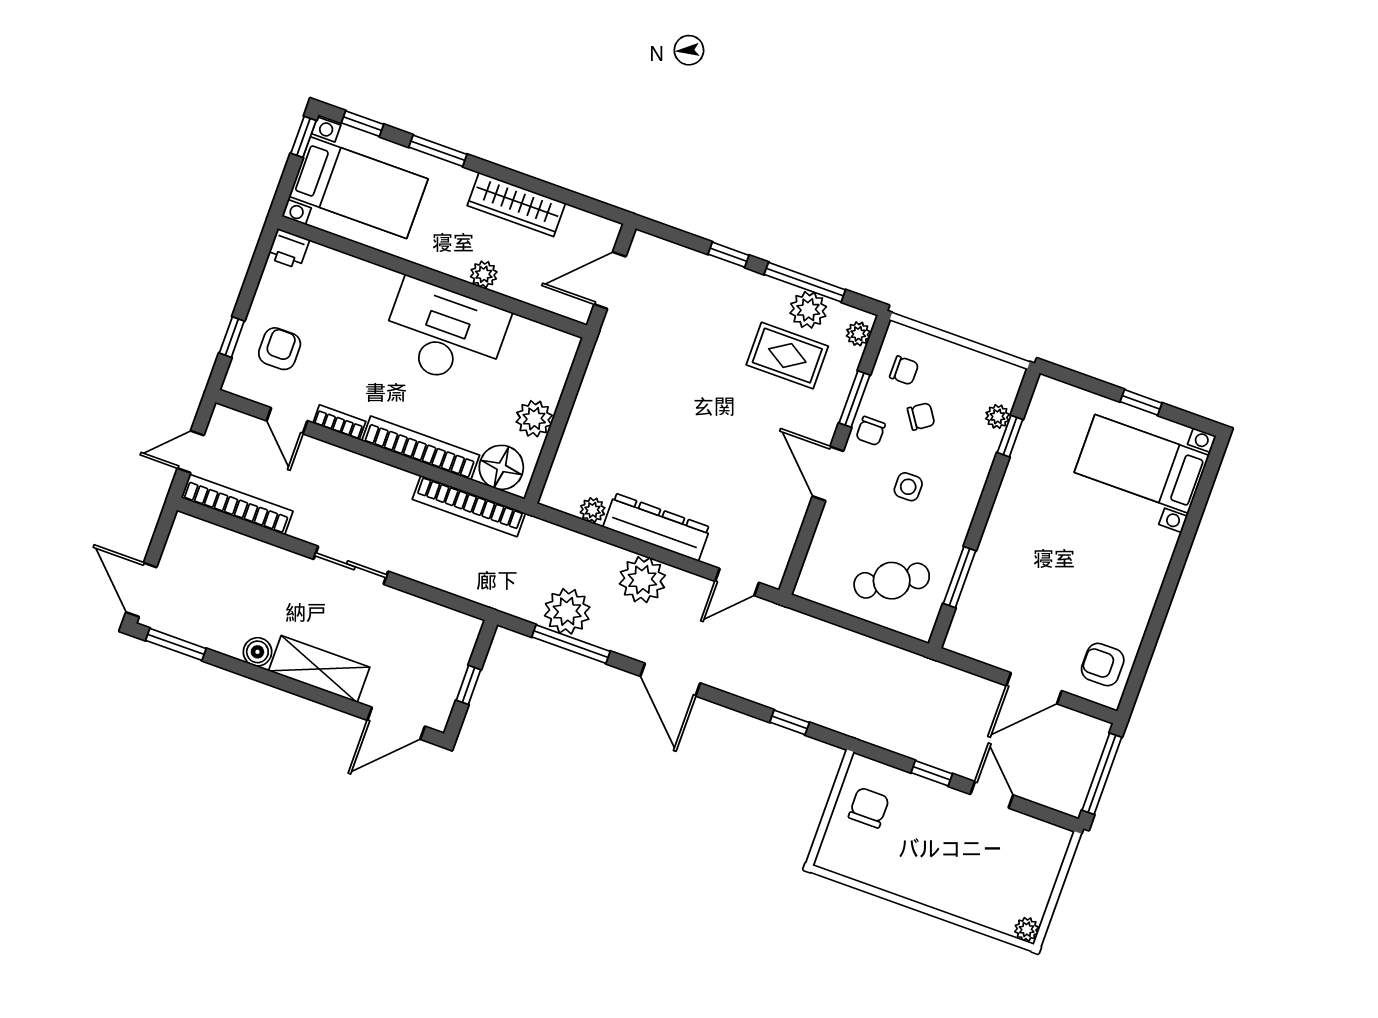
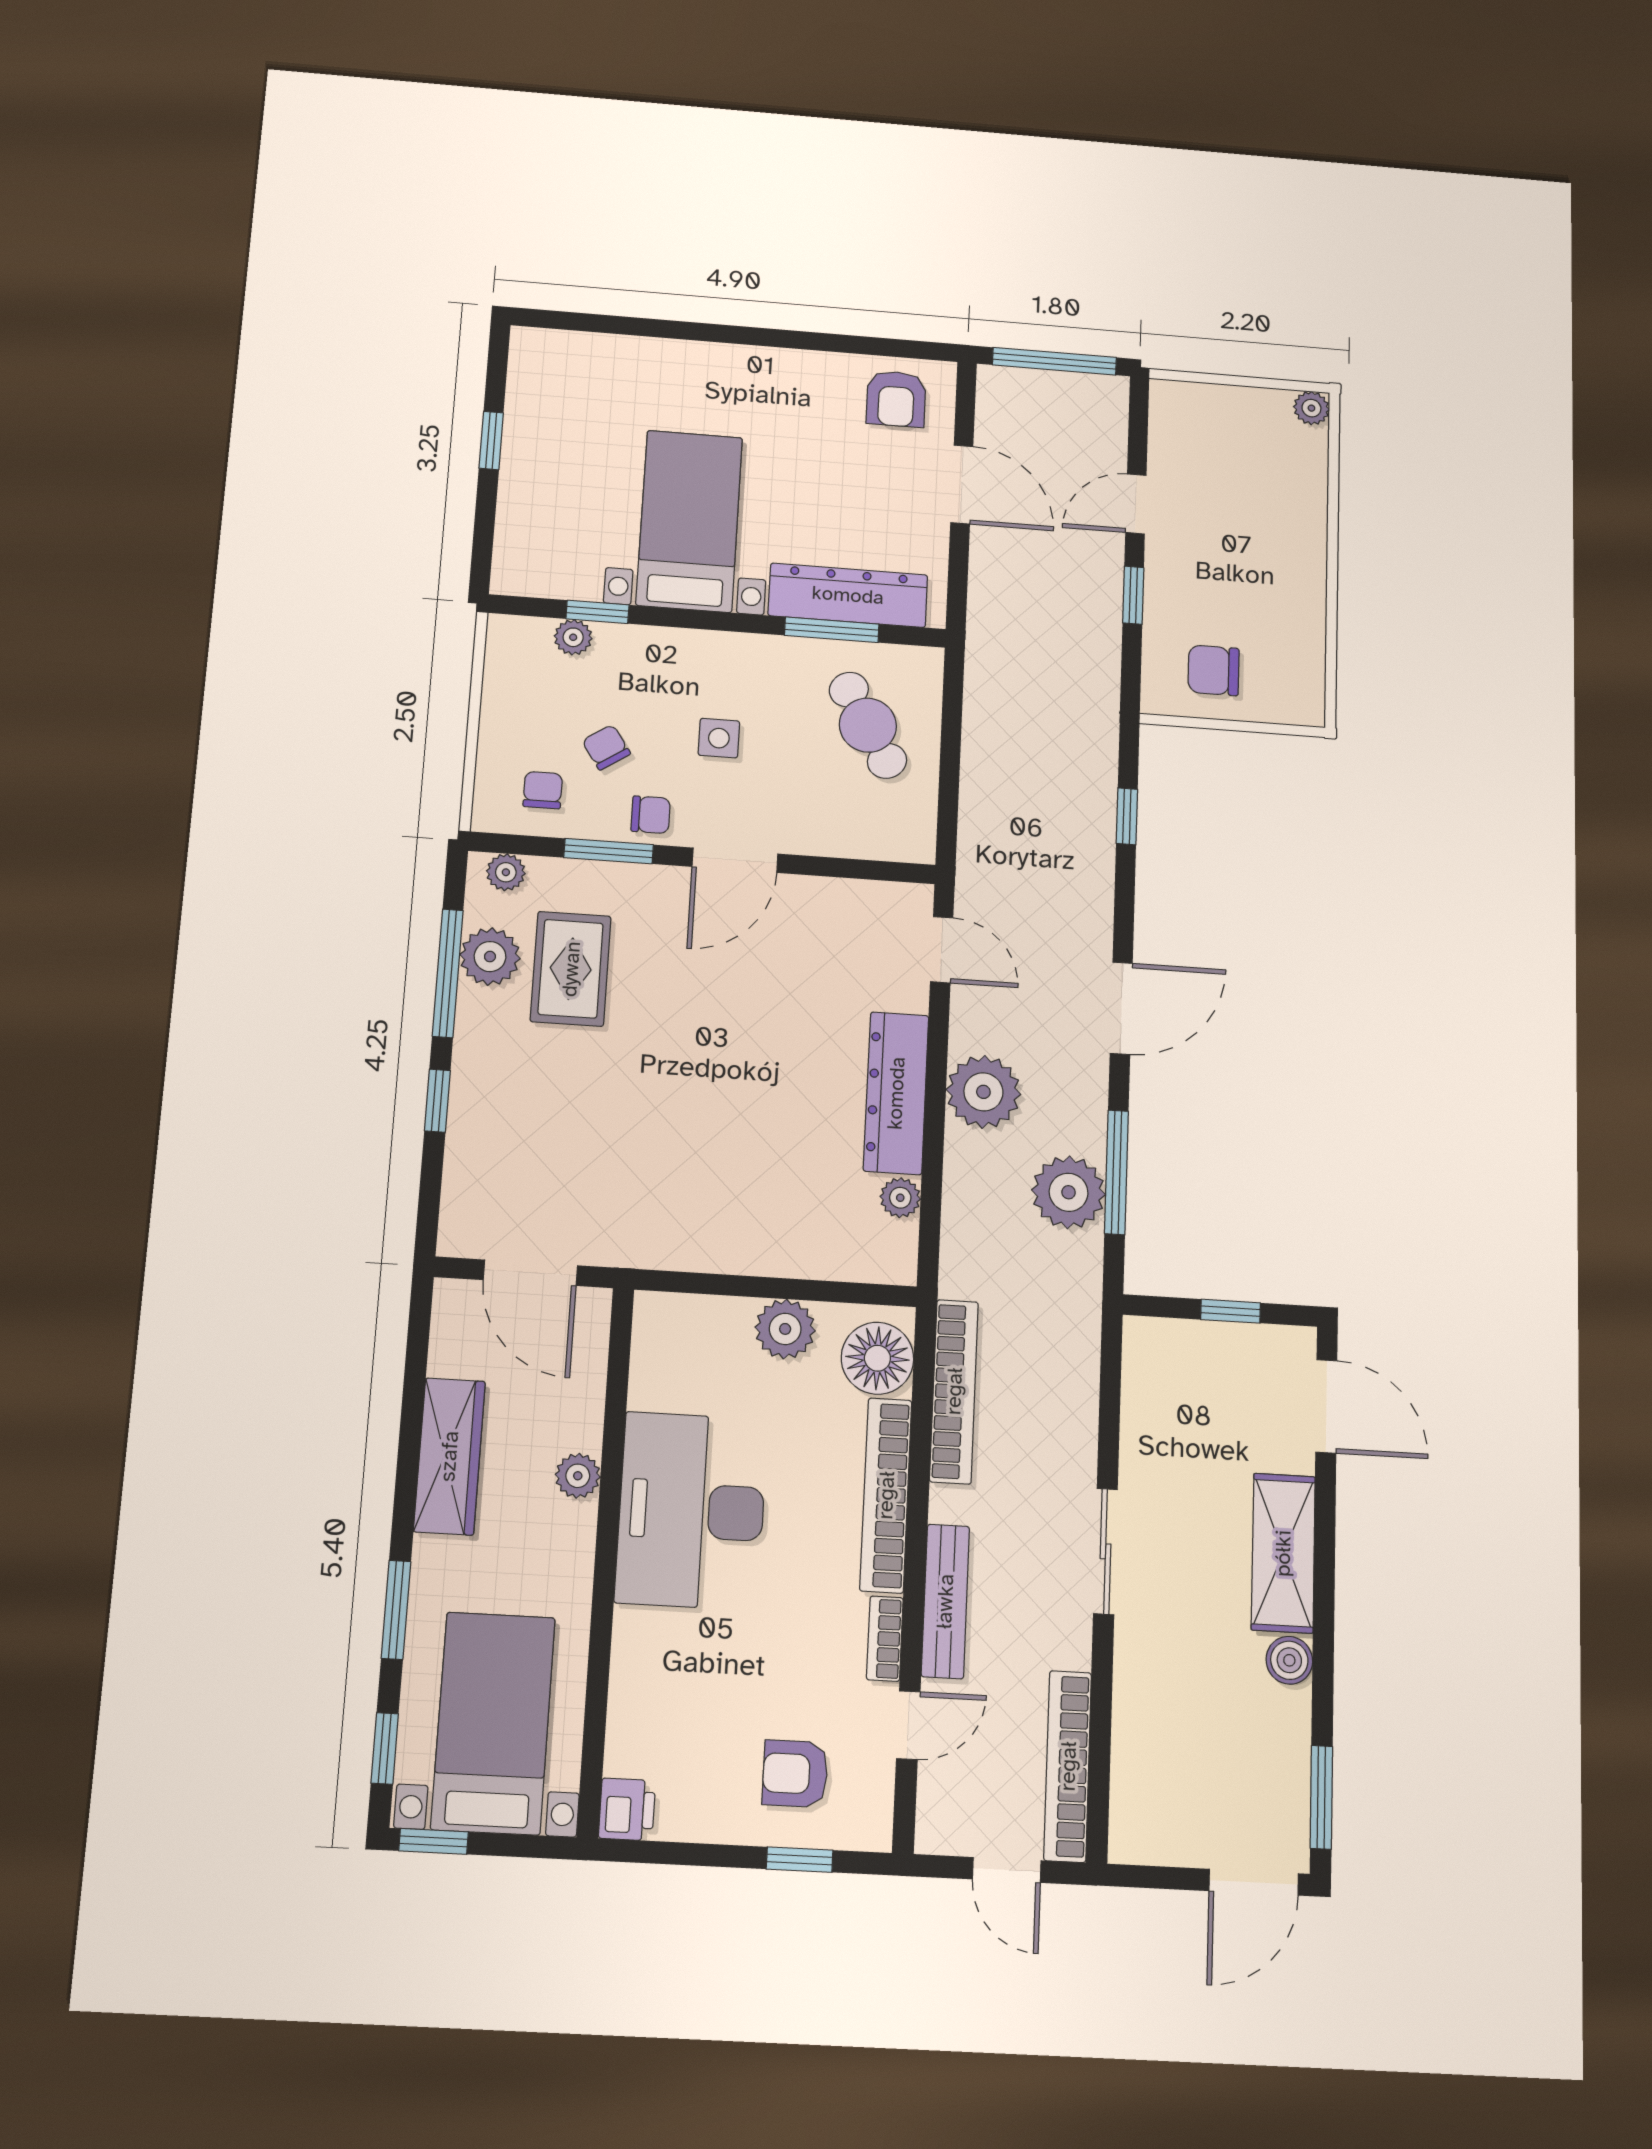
bench: (350, 464) -> (945, 1601), added
bed with nightstands: (1142, 464) -> (689, 521), moved, turned 180
dresser: (980, 594) -> (848, 595), added

